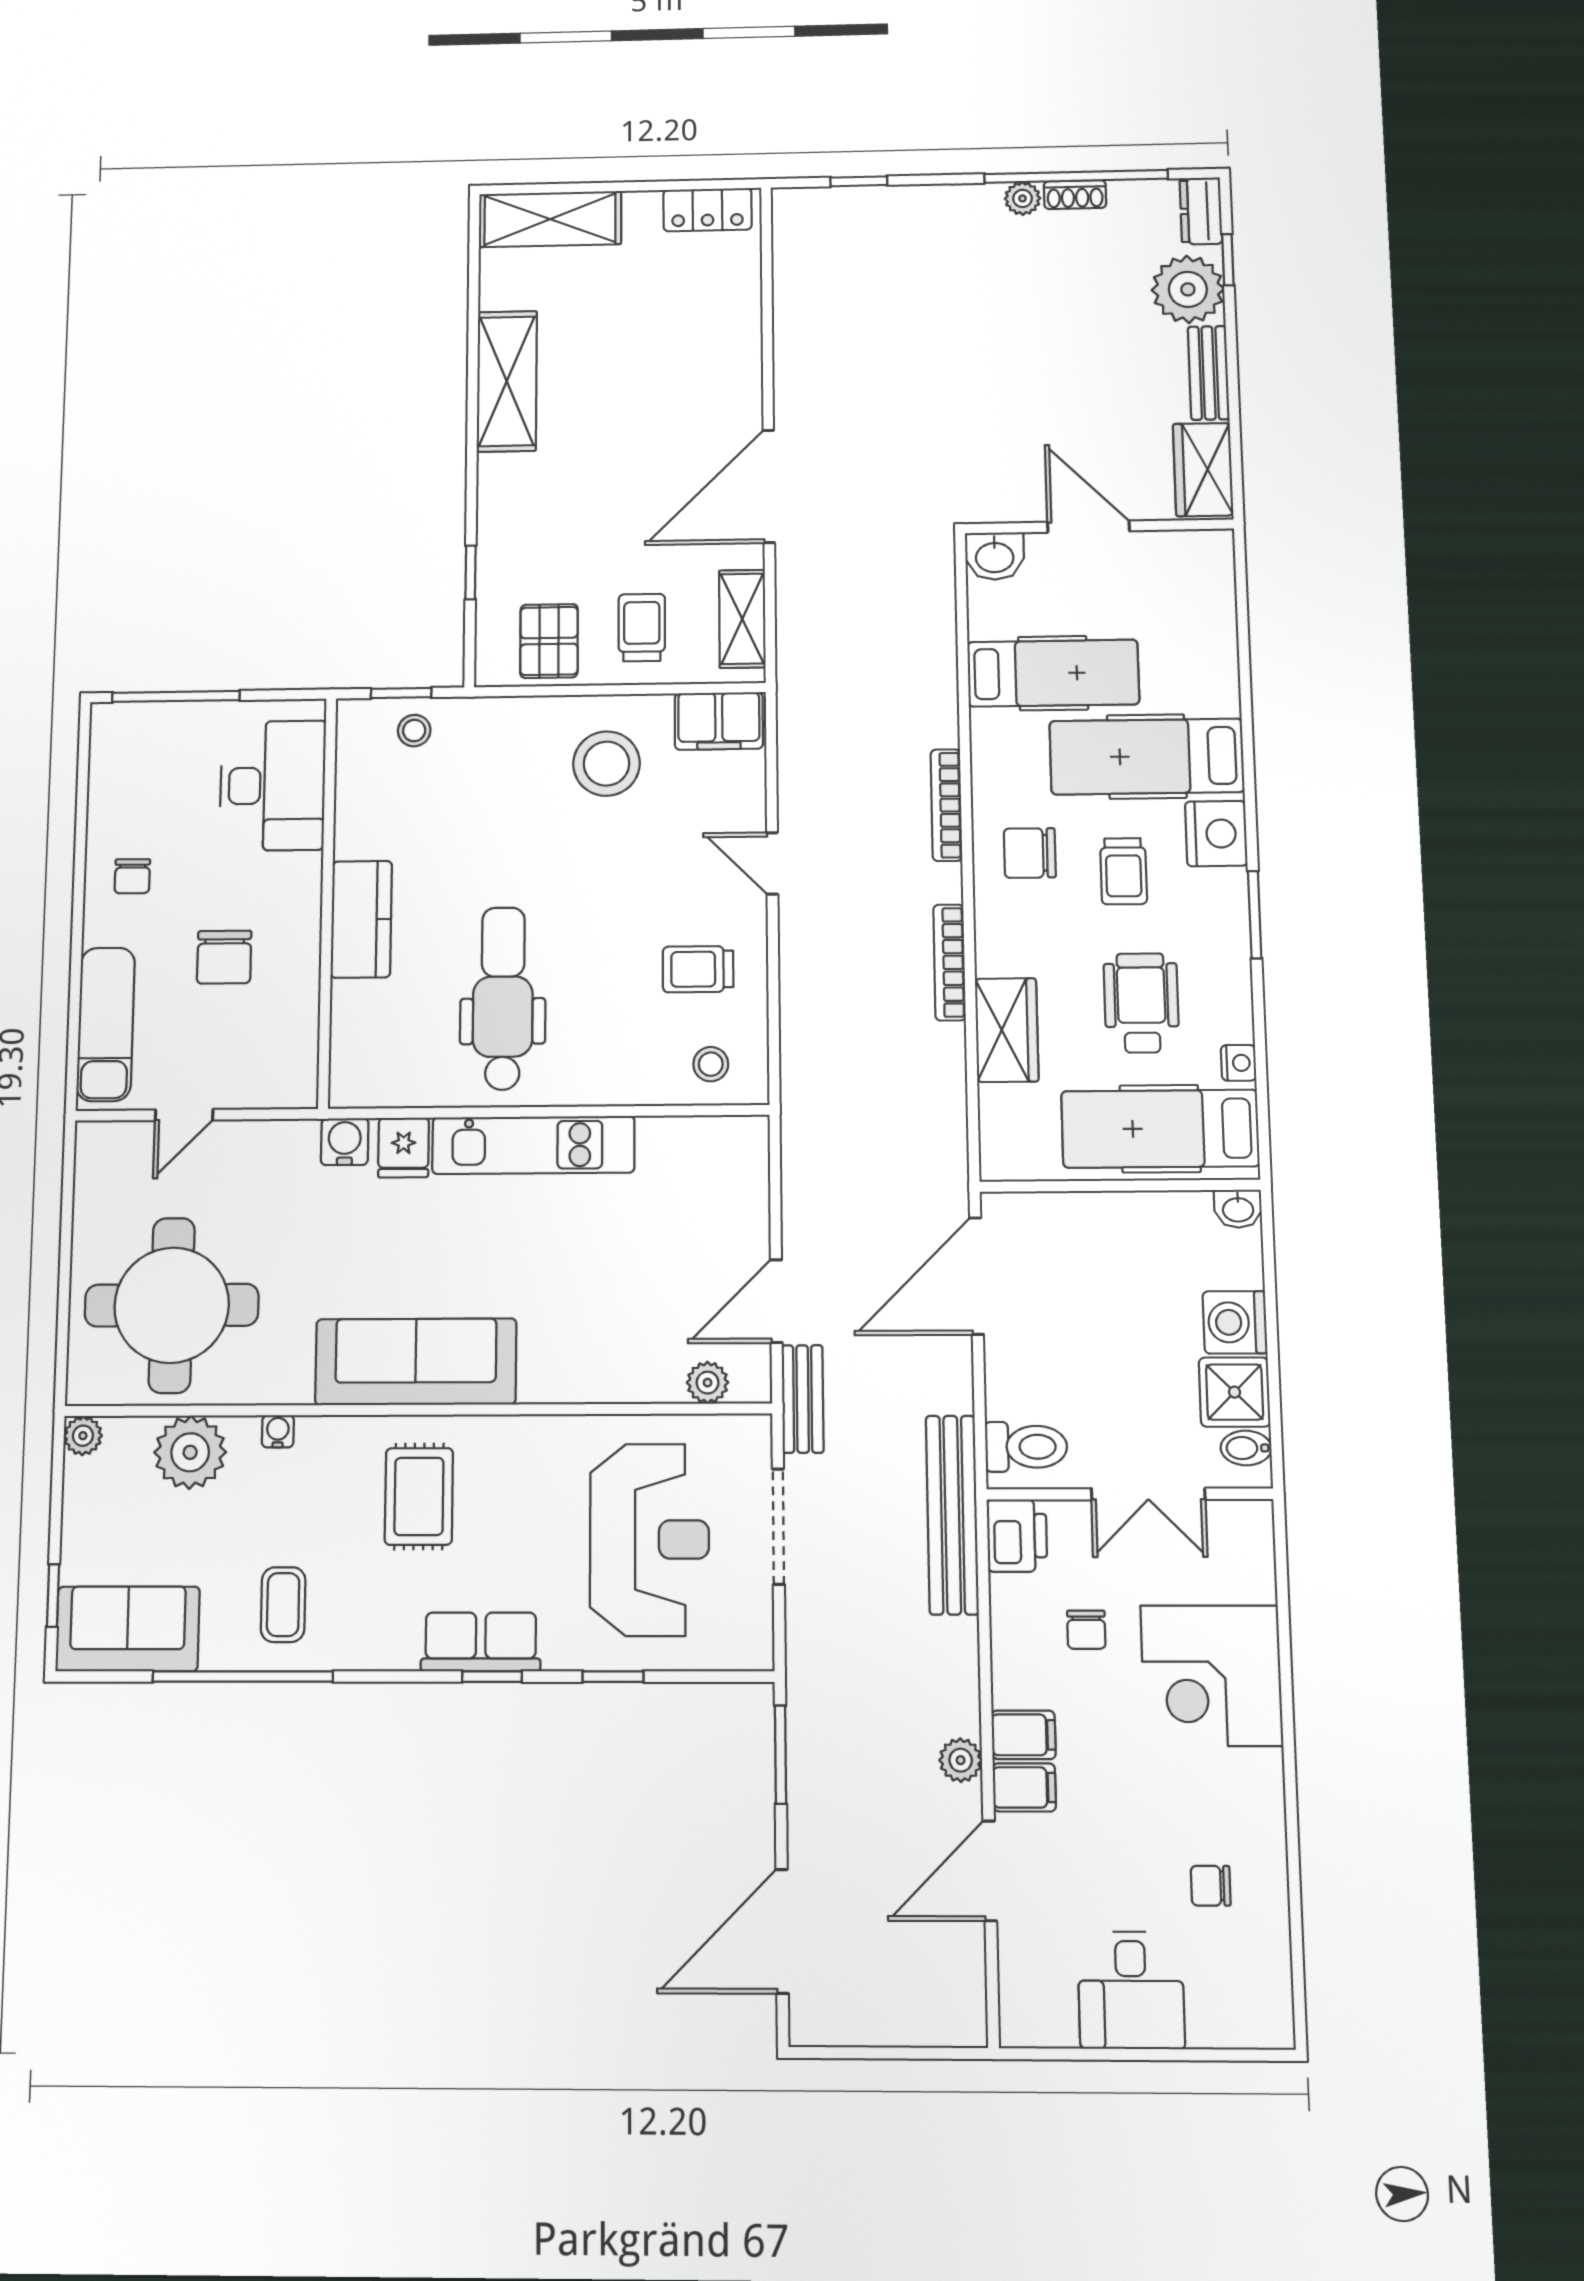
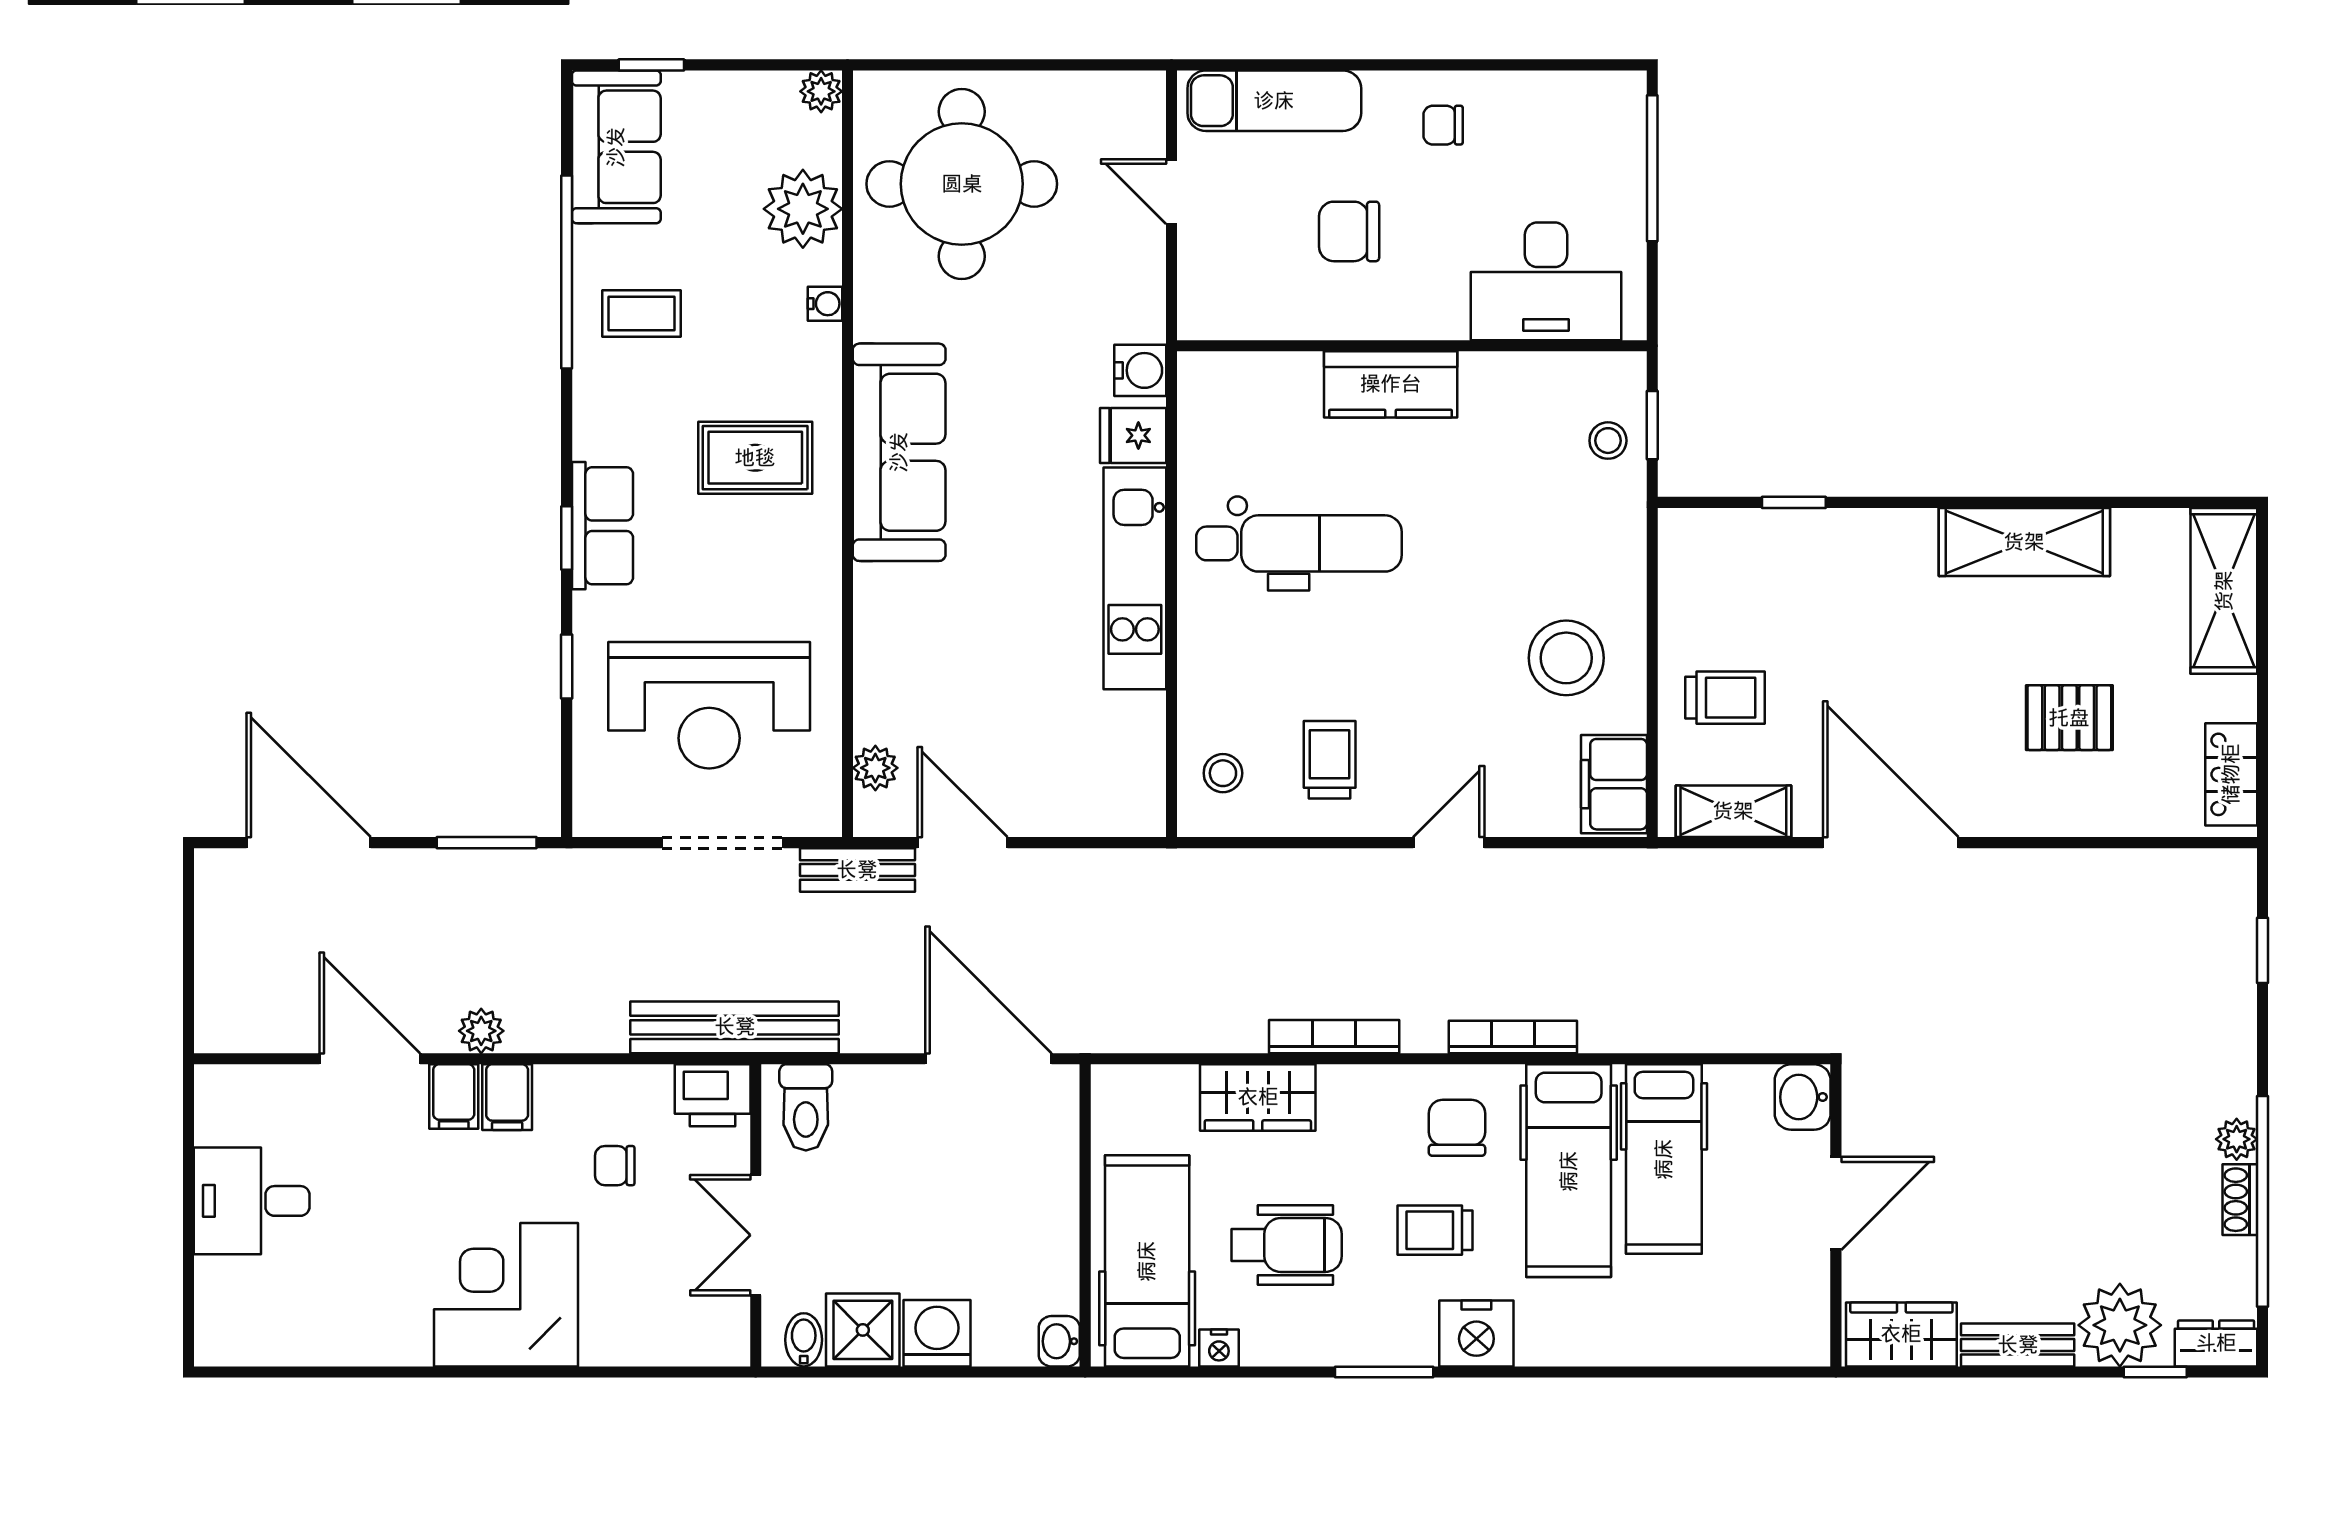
pallet: (549, 641) -> (2069, 718), moved
hospital bed: (1147, 756) -> (1569, 1171), moved, turned 180
corner desk: (1211, 1676) -> (506, 1295), moved
chair: (1211, 1886) -> (355, 1286), removed

